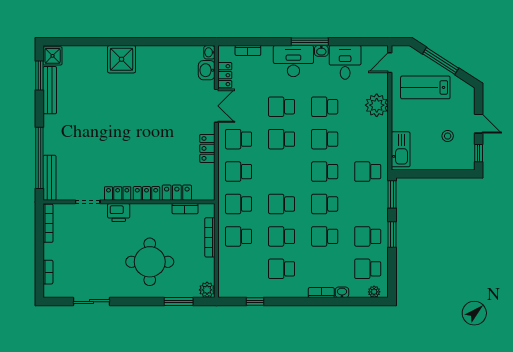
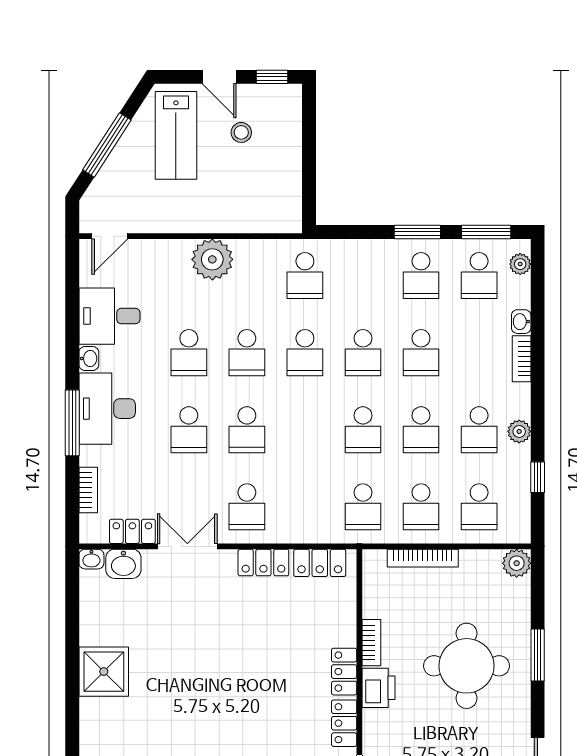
window: (310, 42) -> (72, 423), moved
shower: (122, 59) -> (104, 672), moved
door: (390, 63) -> (110, 236), hinge flipped
lab bench: (425, 87) -> (176, 135), moved
plant: (377, 105) -> (212, 259), moved
door: (479, 124) -> (219, 77), swing flipped
kitchen sink: (401, 149) -> (265, 217), removed
school desk: (239, 172) -> (479, 507), moved
locker: (177, 193) -> (320, 563), moved, turned -90
window: (392, 194) -> (486, 232), moved
bookcase: (185, 209) -> (371, 643), moved
printer: (119, 213) -> (378, 688), moved
plant: (281, 291) -> (519, 431), added
window: (179, 302) -> (538, 655), moved

